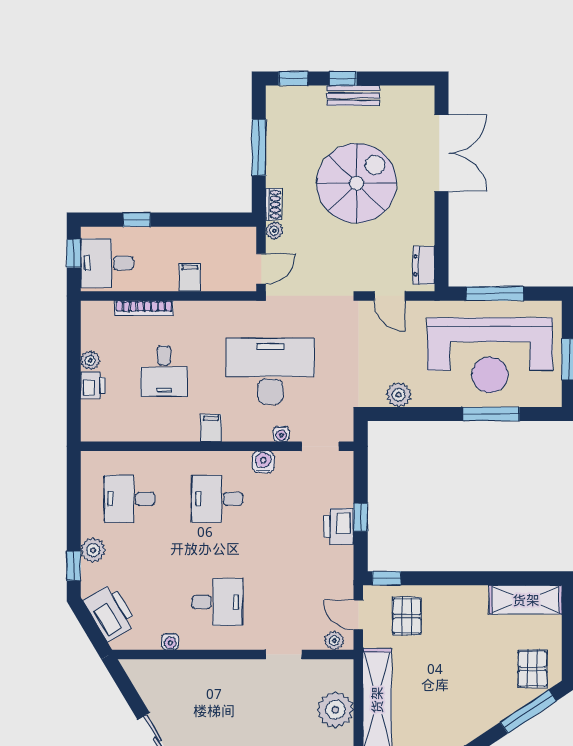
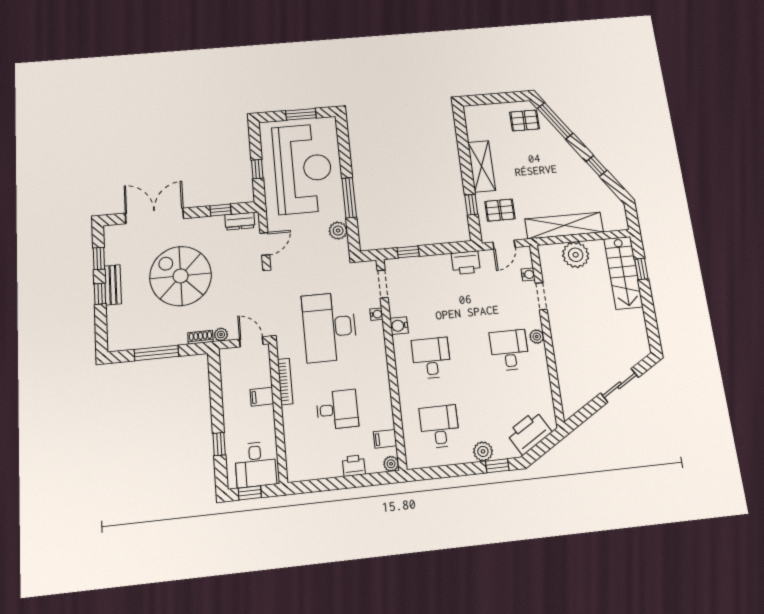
window: (293, 79) -> (99, 258), moved
window: (442, 241) -> (220, 210), added
window: (495, 294) -> (257, 169), width x0.46
bookcase: (144, 308) -> (285, 381), moved
plant: (90, 361) -> (391, 464), moved
window: (491, 414) -> (349, 198), moved
filing cabinet: (211, 428) -> (385, 439), moved
desk: (129, 499) -> (439, 427), turned 180
desk: (217, 499) -> (431, 358), turned 180
window: (361, 517) -> (408, 252), moved
printer: (339, 526) -> (466, 263), moved
window: (387, 578) -> (471, 205), moved
shelving: (526, 600) -> (482, 166), moved
water cooler: (170, 641) -> (528, 274), moved
plant: (334, 641) -> (537, 337), moved

